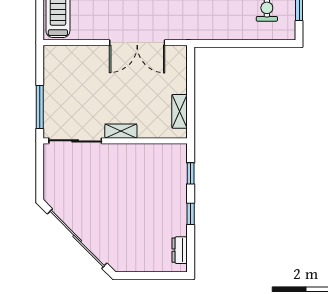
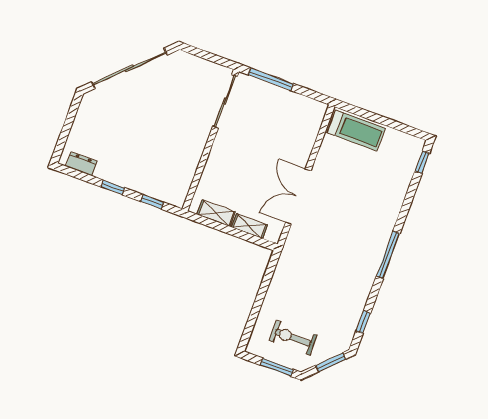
shelving: (121, 131) -> (250, 226), moved, turned 90

